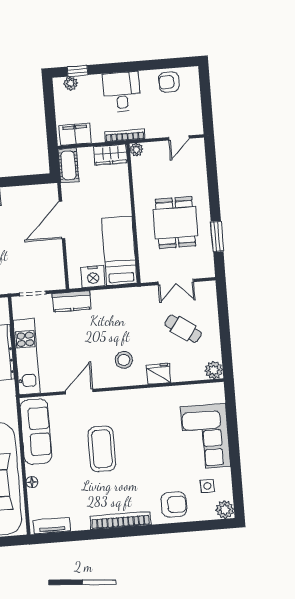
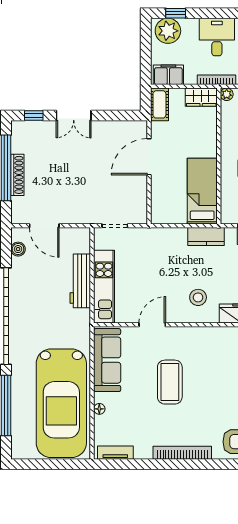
plant: (71, 83) -> (168, 31), width x1.88, depth x1.88
nightstand: (93, 276) -> (175, 214), removed
kitchen counter: (72, 301) -> (206, 236), moved

